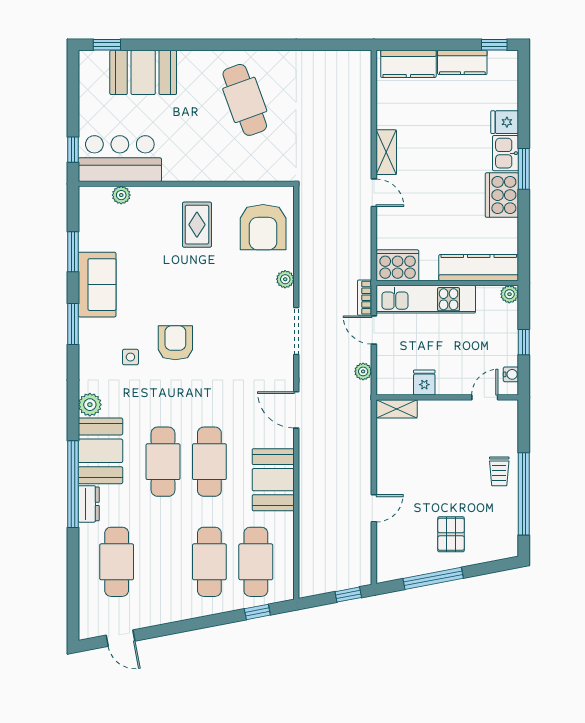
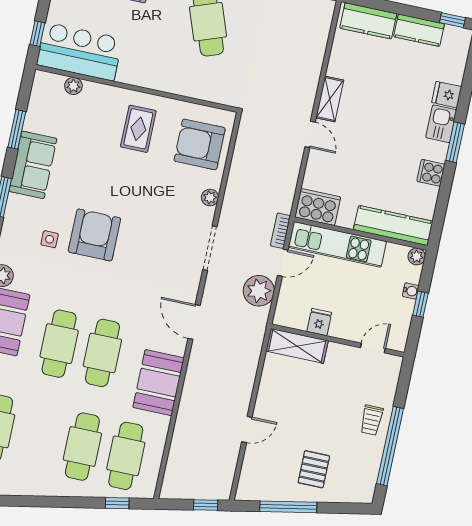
cooker: (502, 195) -> (431, 173), width x0.53, depth x0.76
armchair: (263, 227) -> (200, 144), turned 90
door: (374, 330) -> (283, 263), swing flipped
armchair: (175, 343) -> (94, 235), width x1.36, depth x1.36
plant: (363, 371) -> (259, 291), width x1.87, depth x1.87
water cooler: (511, 374) -> (411, 291), moved
shelving: (397, 409) -> (297, 346), width x1.50, depth x1.33

